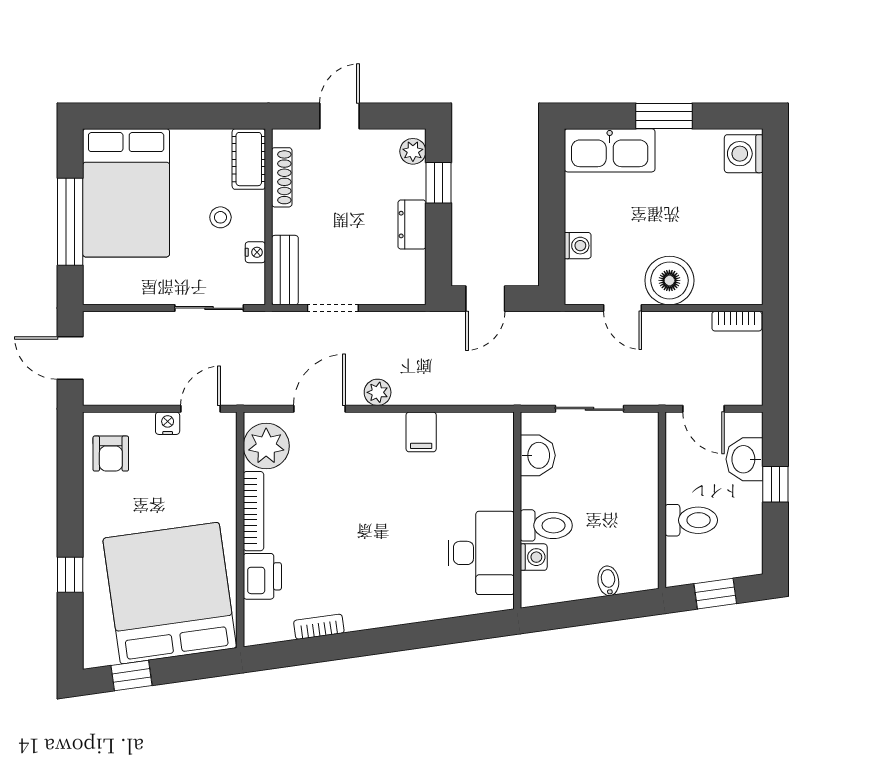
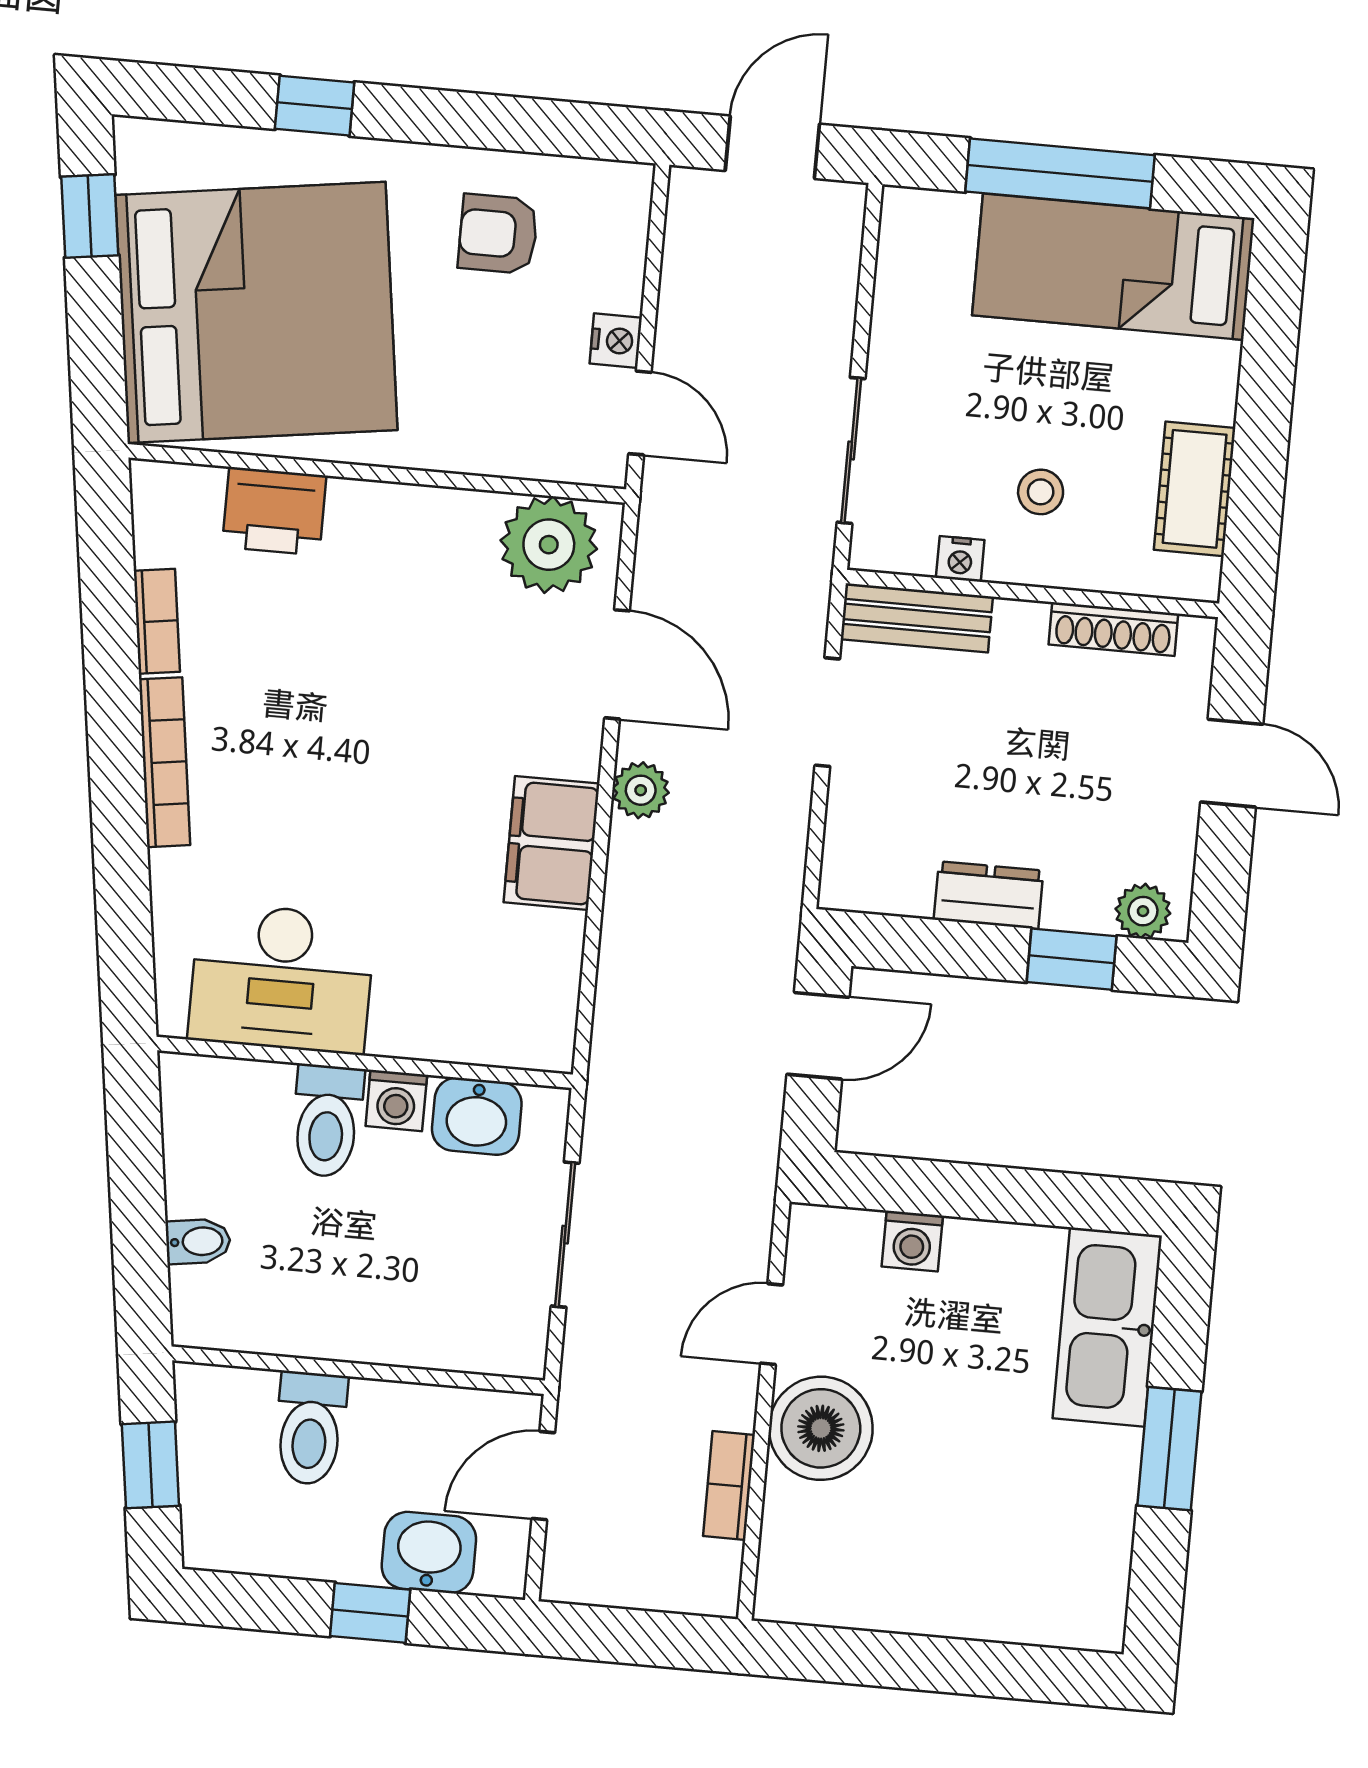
washing machine: (744, 154) -> (1075, 1609), removed
cot: (249, 159) -> (1195, 489), moved, turned 90
bed: (126, 193) -> (1113, 267), width x0.67
door: (485, 299) -> (818, 1036), swing flipped
bookcase: (737, 321) -> (729, 1486), moved
filing cabinet: (421, 432) -> (552, 843), width x2.00
armchair: (111, 454) -> (498, 234), moved
bookcase: (253, 511) -> (165, 762), moved, turned -98
washing machine: (534, 557) -> (396, 1100), moved

